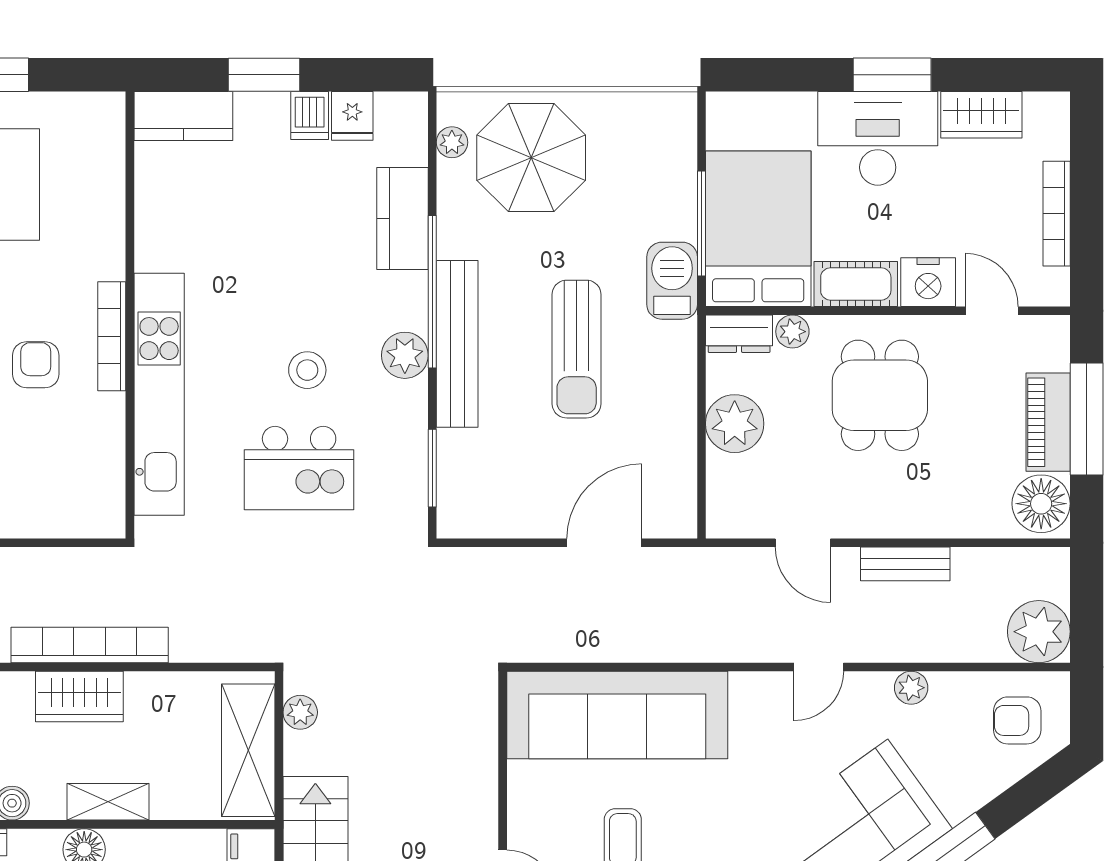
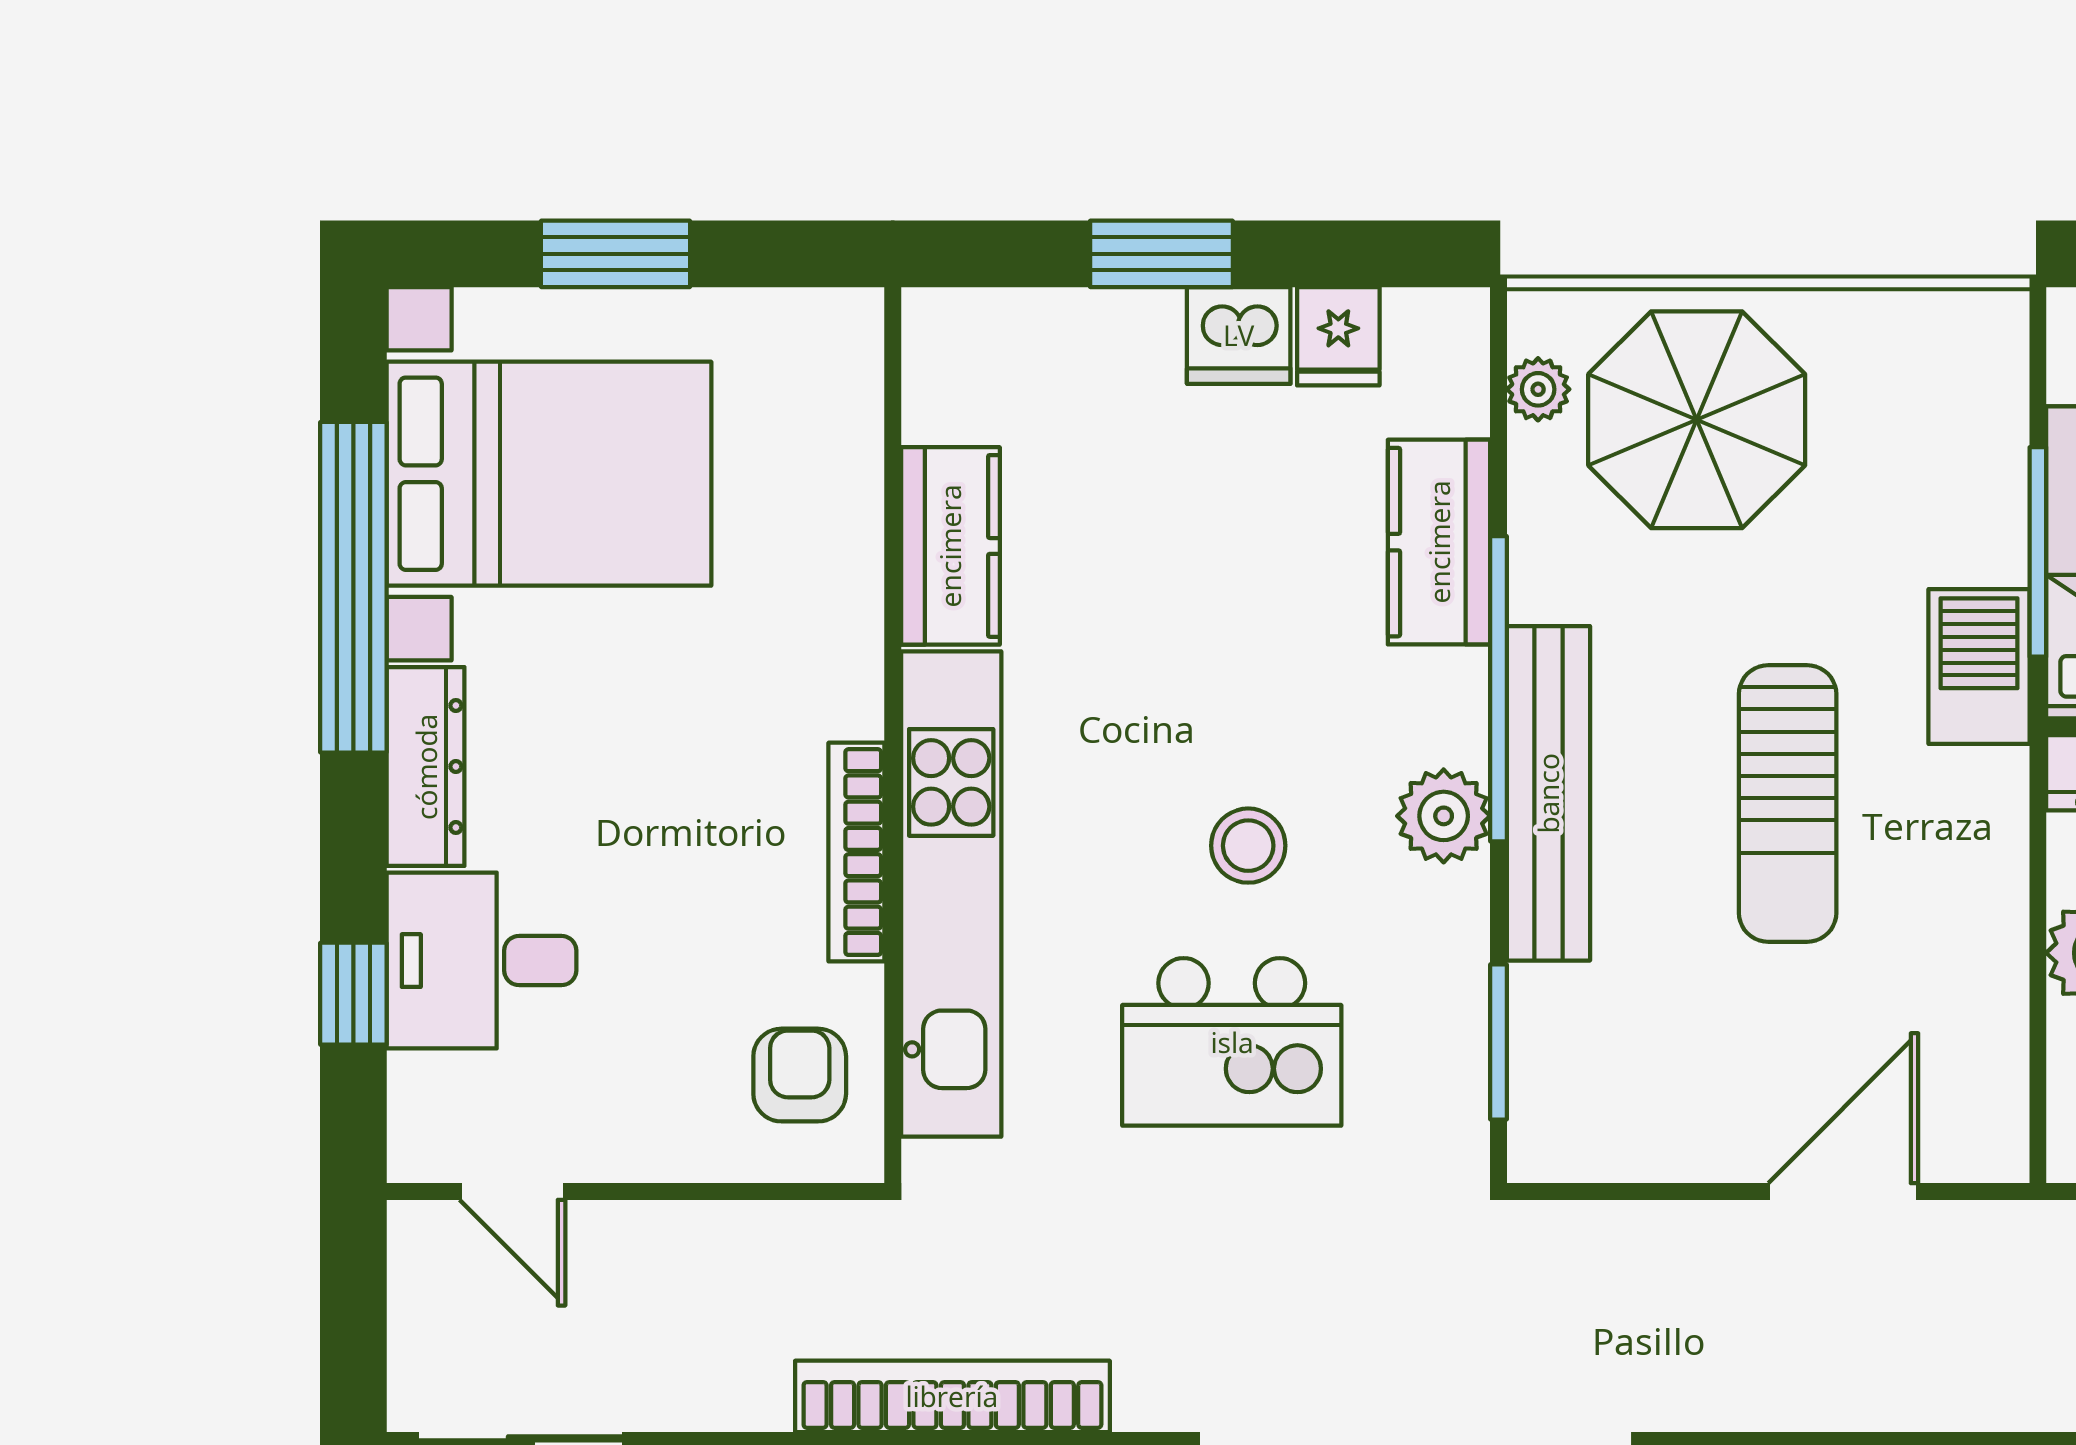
dishwasher: (310, 115) -> (1239, 335), width x1.38
kitchen counter: (183, 116) -> (950, 546), moved, turned -90
bookcase: (112, 336) -> (856, 852), moved
armchair: (36, 365) -> (800, 1075), moved
bookcase: (90, 645) -> (952, 1396), moved

